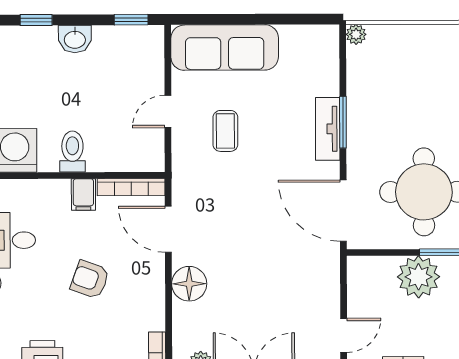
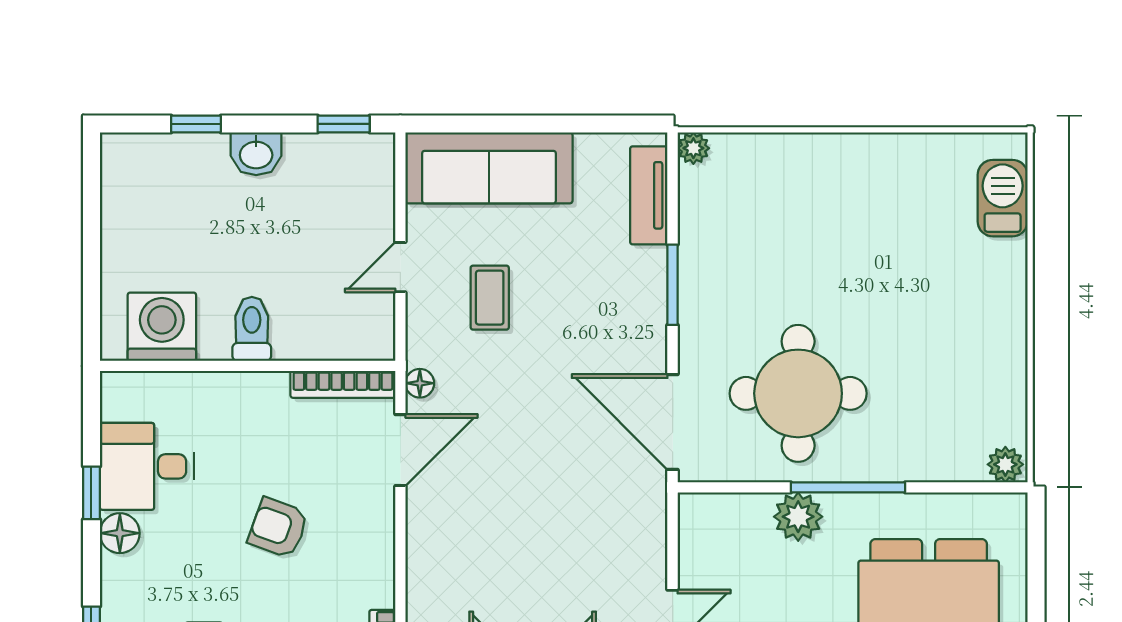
tv unit: (328, 129) -> (649, 195), moved
filing cabinet: (83, 195) -> (269, 396), removed
door: (168, 229) -> (400, 450), swing flipped
plant: (419, 277) -> (798, 517), width x0.73, depth x0.73
floor lamp: (189, 284) -> (420, 383), moved, width x0.53, depth x0.53

